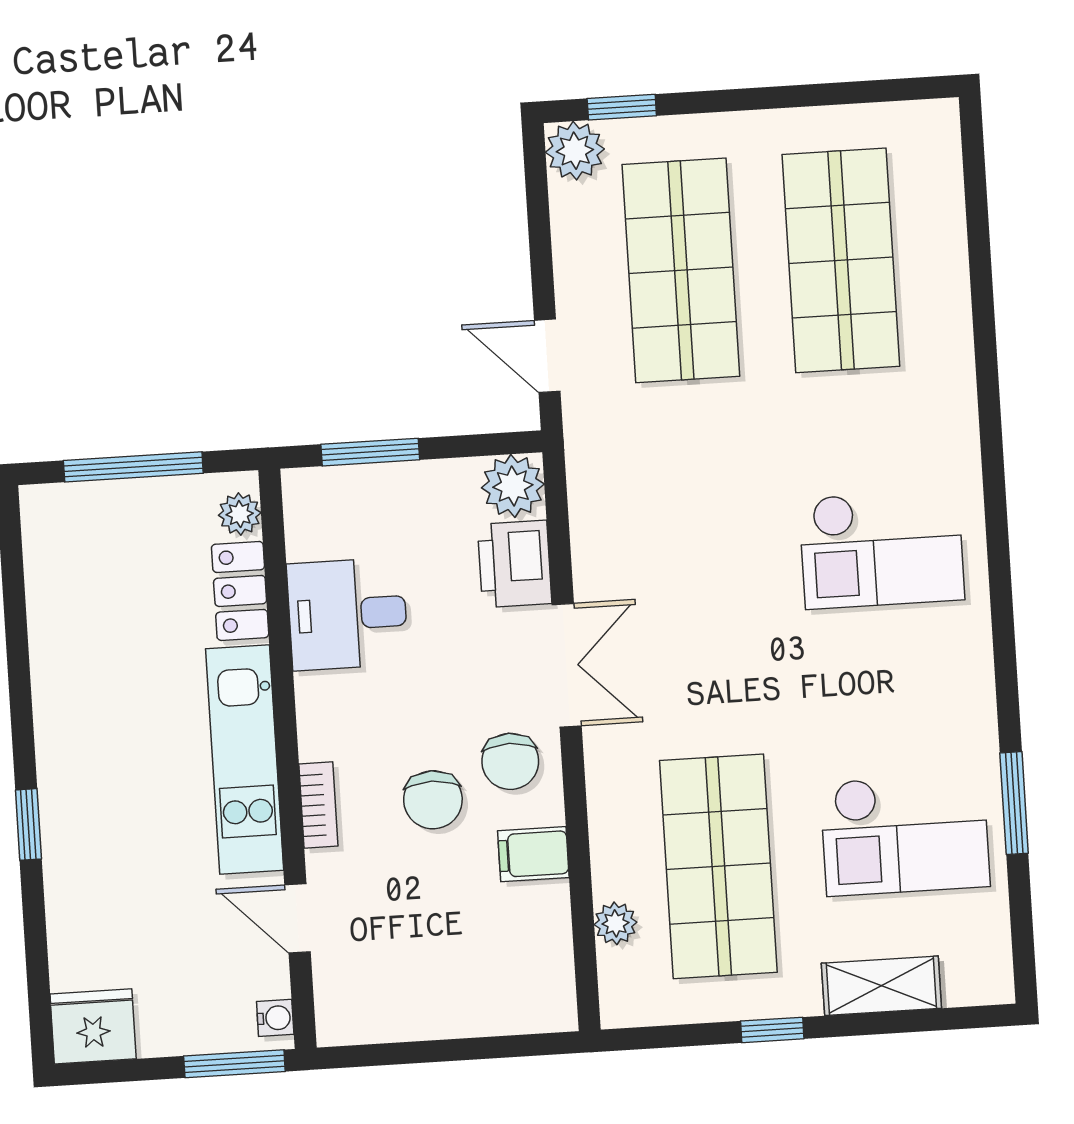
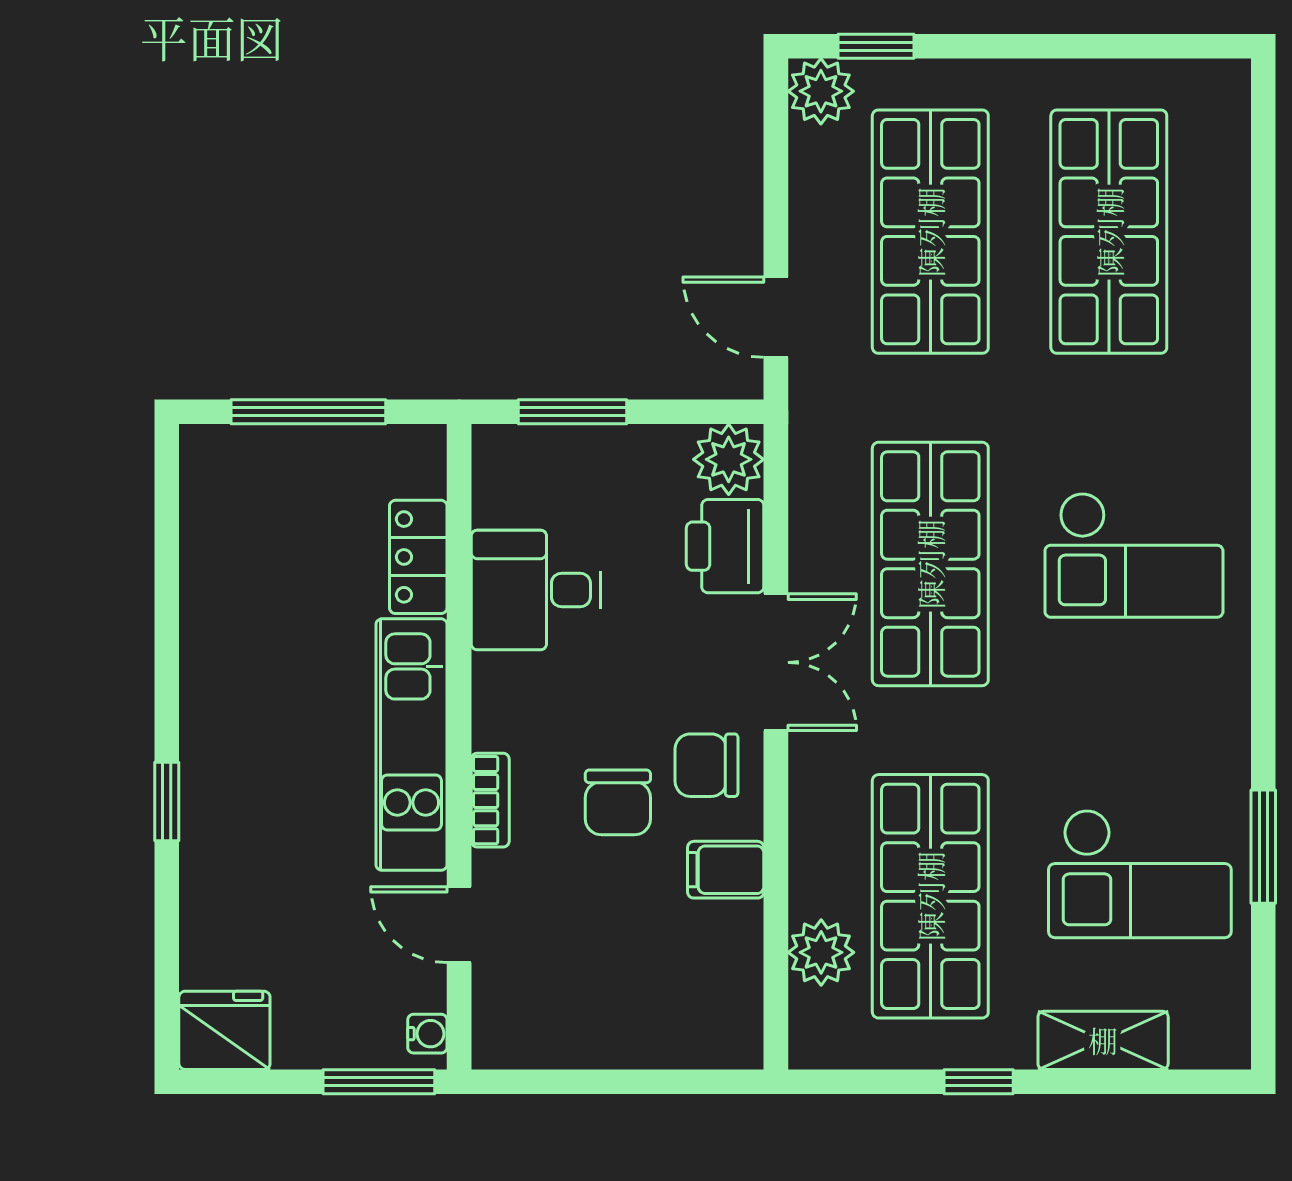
plant: (240, 514) -> (423, 471), removed
shop shelf: (700, 568) -> (930, 564), added
chair: (510, 761) -> (706, 765), turned 90
plant: (615, 923) -> (821, 952), width x1.38, depth x1.38

